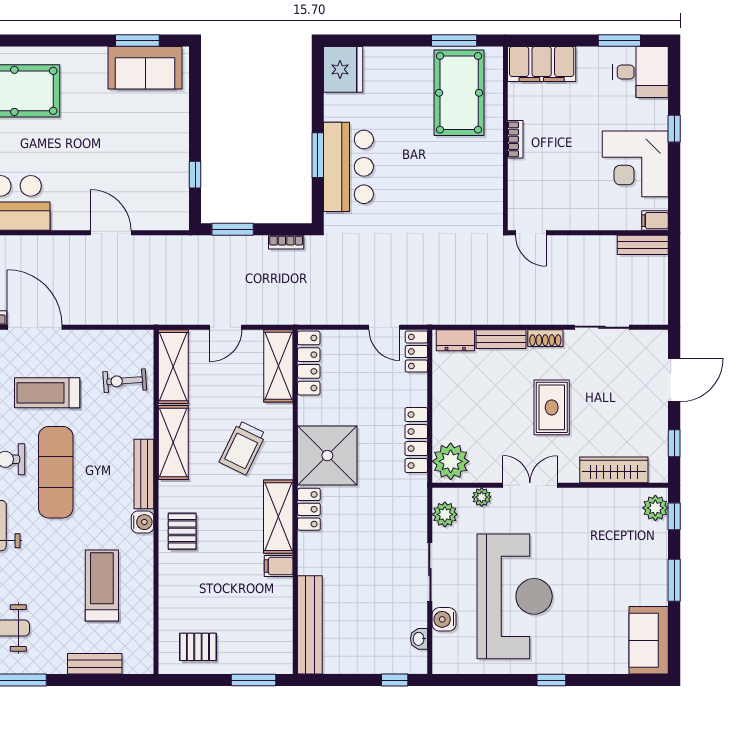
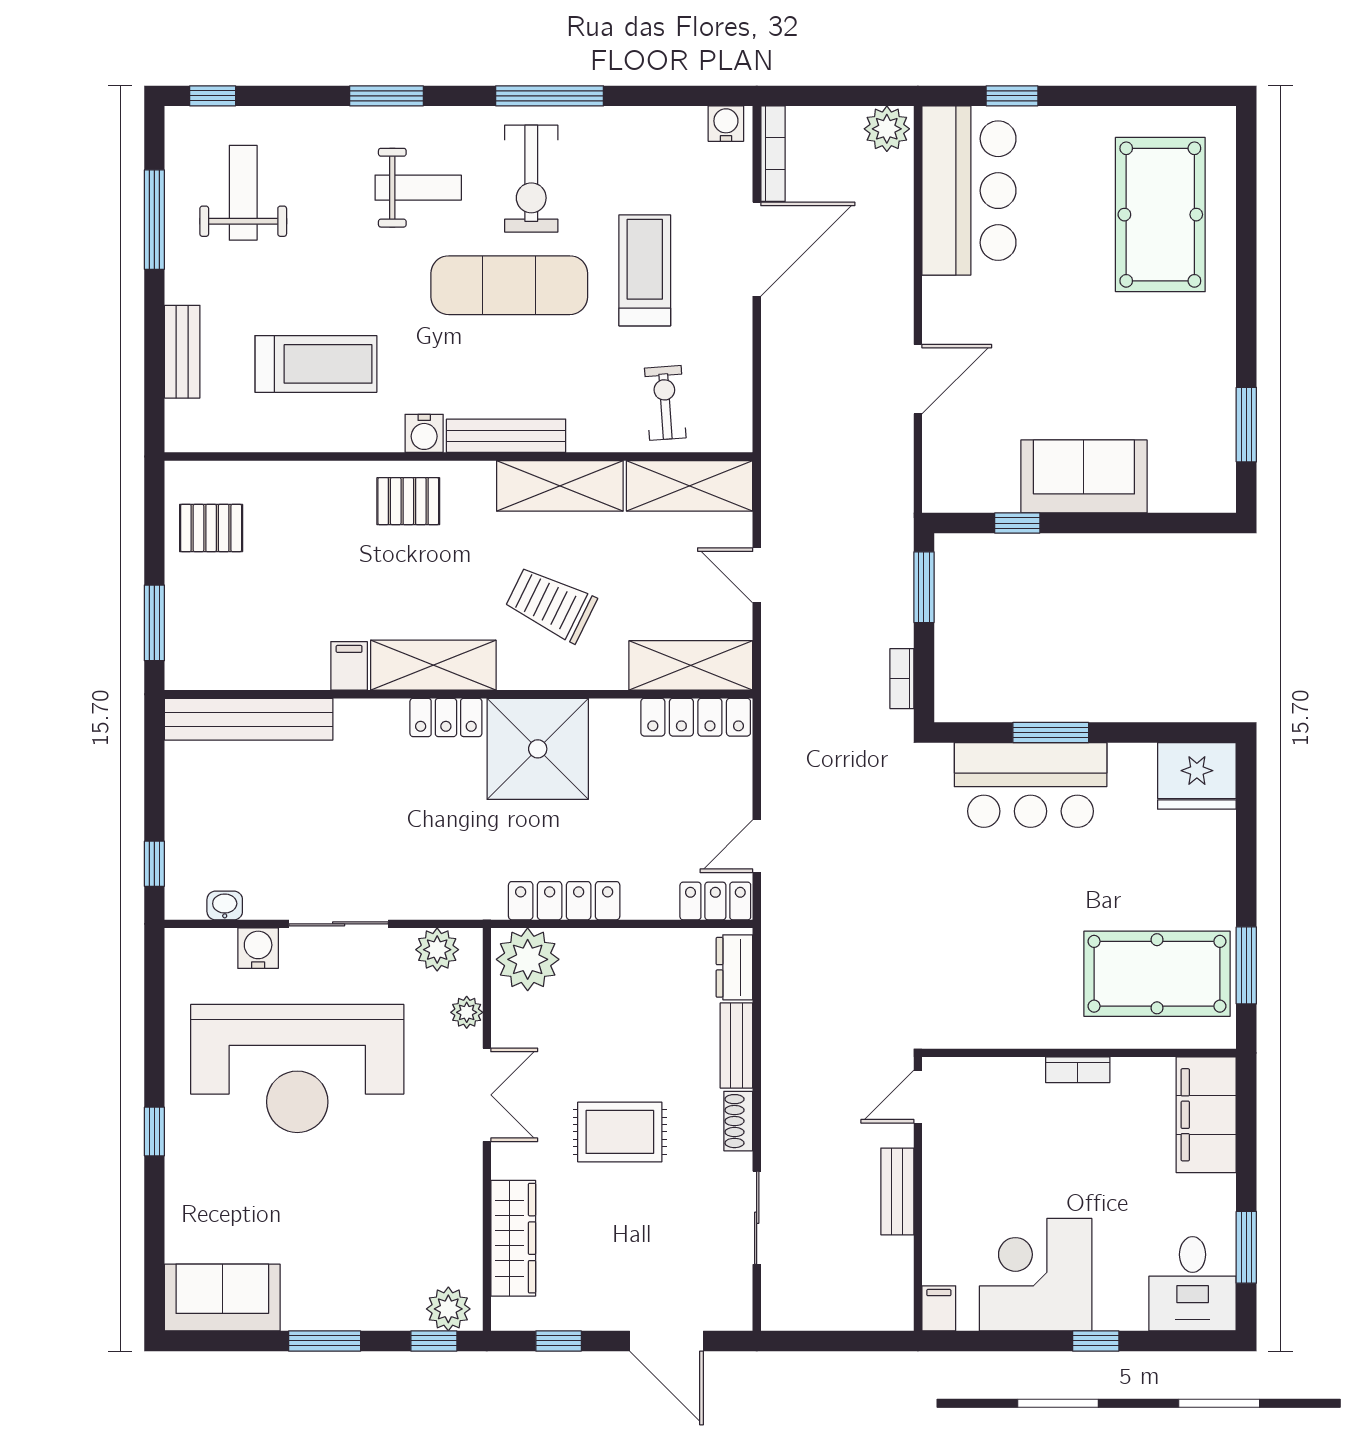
sofa: (145, 68) -> (1084, 476), moved, turned 90
bench: (643, 245) -> (897, 1191), moved
pallet: (198, 647) -> (211, 528), turned 90

